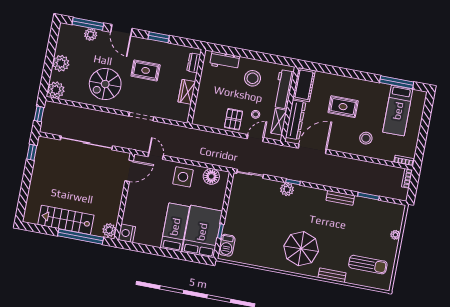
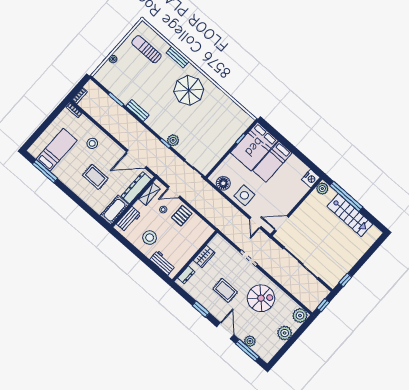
workbench: (283, 89) -> (129, 219), width x0.73
barbecue: (227, 245) -> (242, 126), removed

